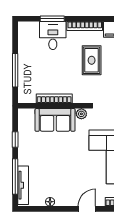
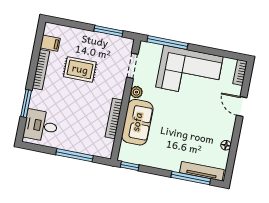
desk: (53, 36) -> (41, 126), moved
window: (15, 139) -> (130, 166), moved

